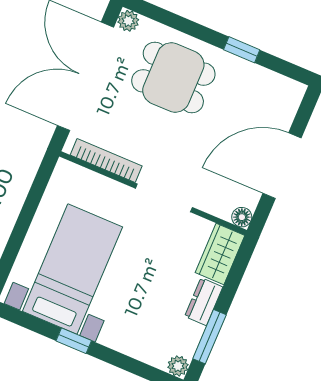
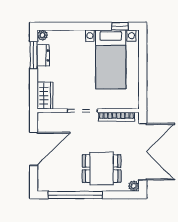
window: (242, 50) -> (75, 195), width x3.17
floor lamp: (242, 217) -> (42, 117), removed
dresser: (204, 302) -> (43, 55), moved
window: (74, 341) -> (120, 26), moved

